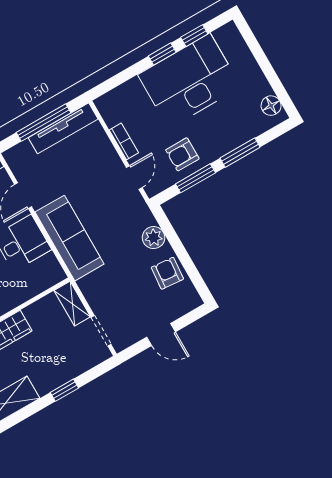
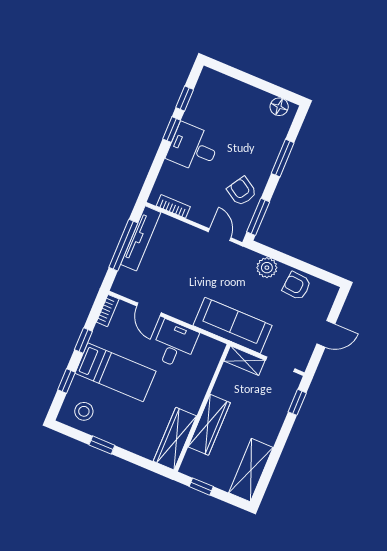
desk: (189, 81) -> (193, 148), width x0.53, depth x0.77
bookcase: (124, 141) -> (173, 206), moved
armchair: (182, 154) -> (242, 191), turned 122
window: (195, 178) -> (258, 217), moved
sofa: (70, 238) -> (232, 325), moved
window: (64, 390) -> (297, 402), moved

